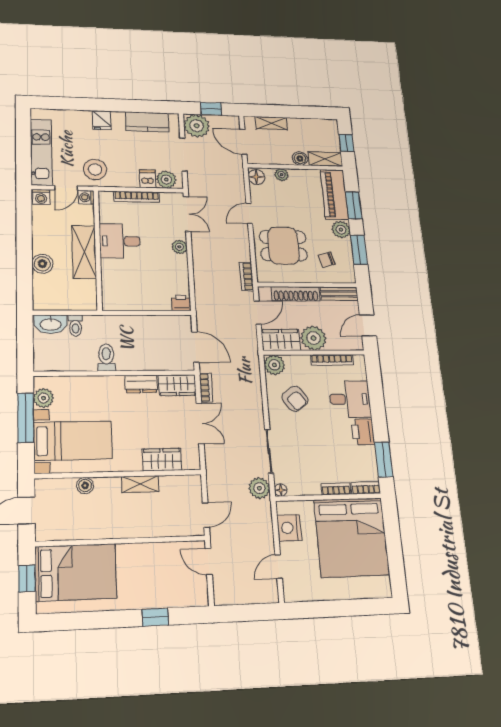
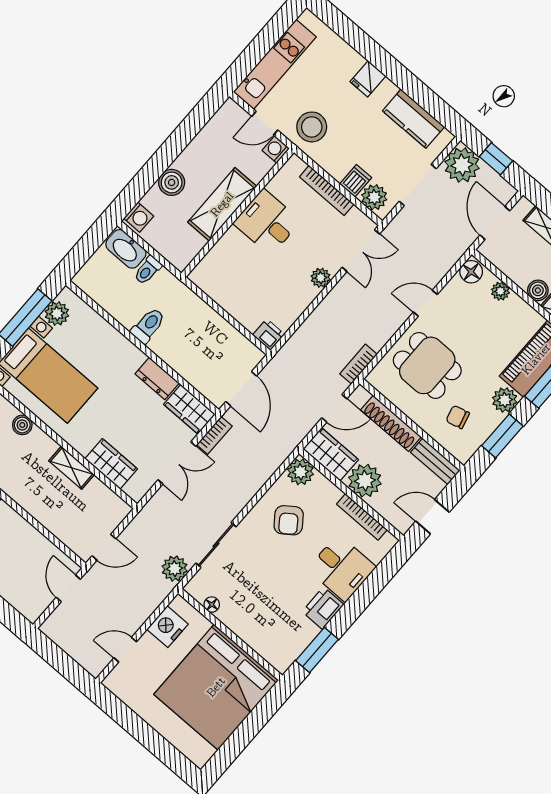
washing machine: (41, 197) -> (139, 217), moved, turned -90
bookcase: (366, 488) -> (273, 659), removed
bookcase: (336, 489) -> (245, 634), removed
floor lamp: (281, 490) -> (212, 605), moved

